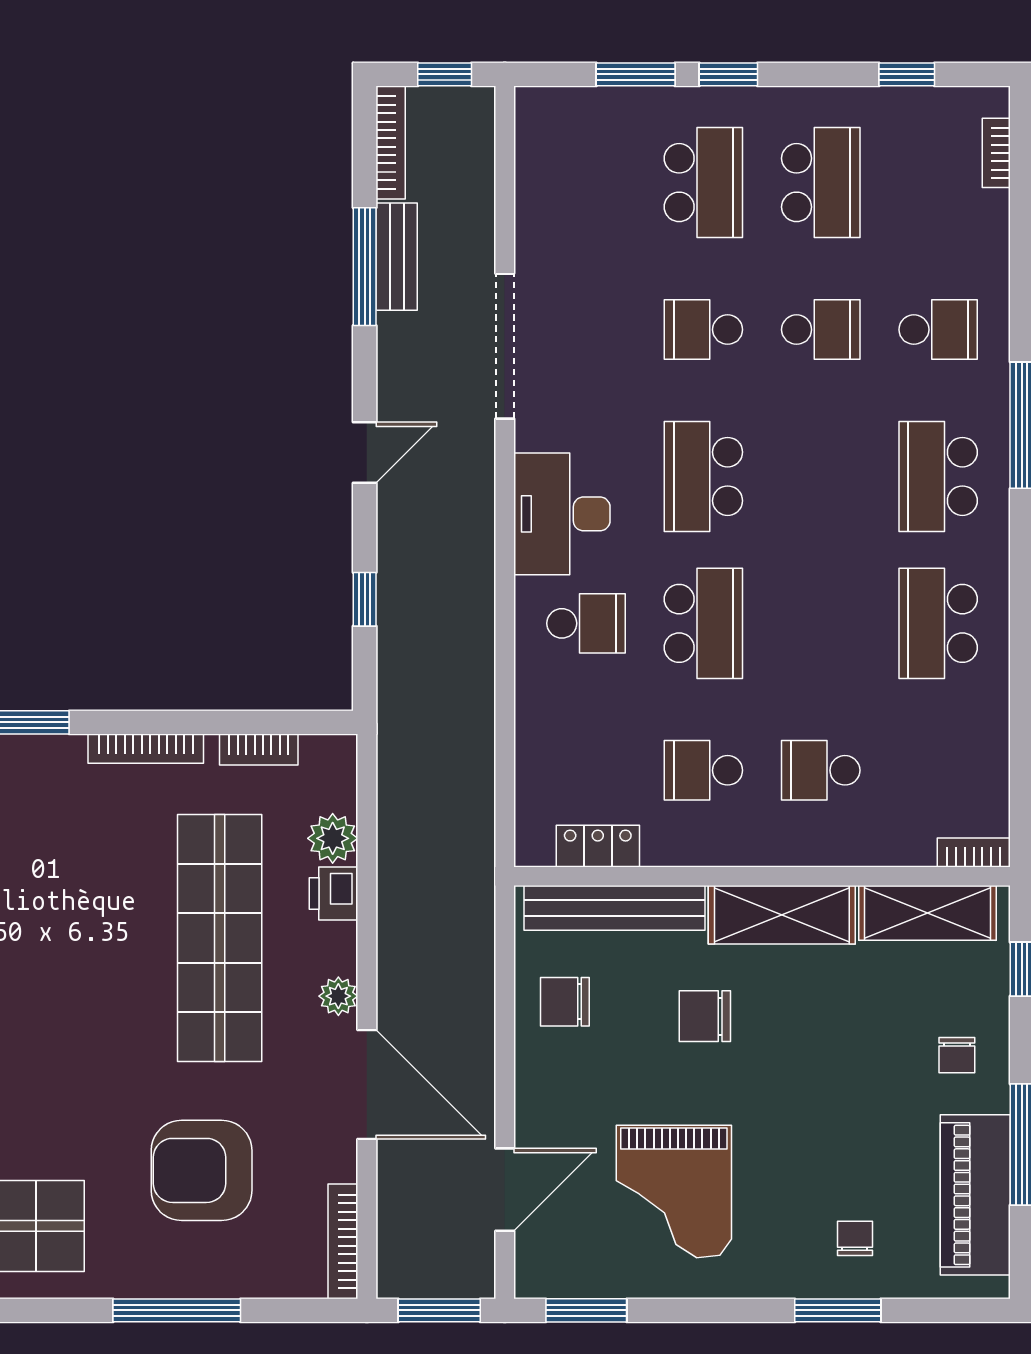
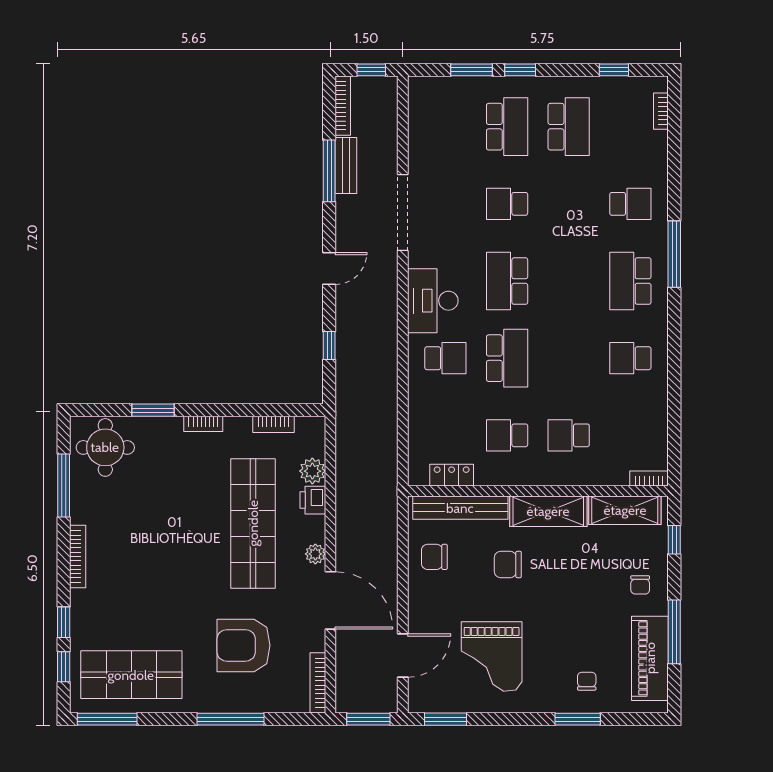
school desk: (821, 330) -> (569, 204), removed
school desk: (938, 623) -> (630, 358), width x0.54
bookcase: (146, 749) -> (203, 424), width x0.64

